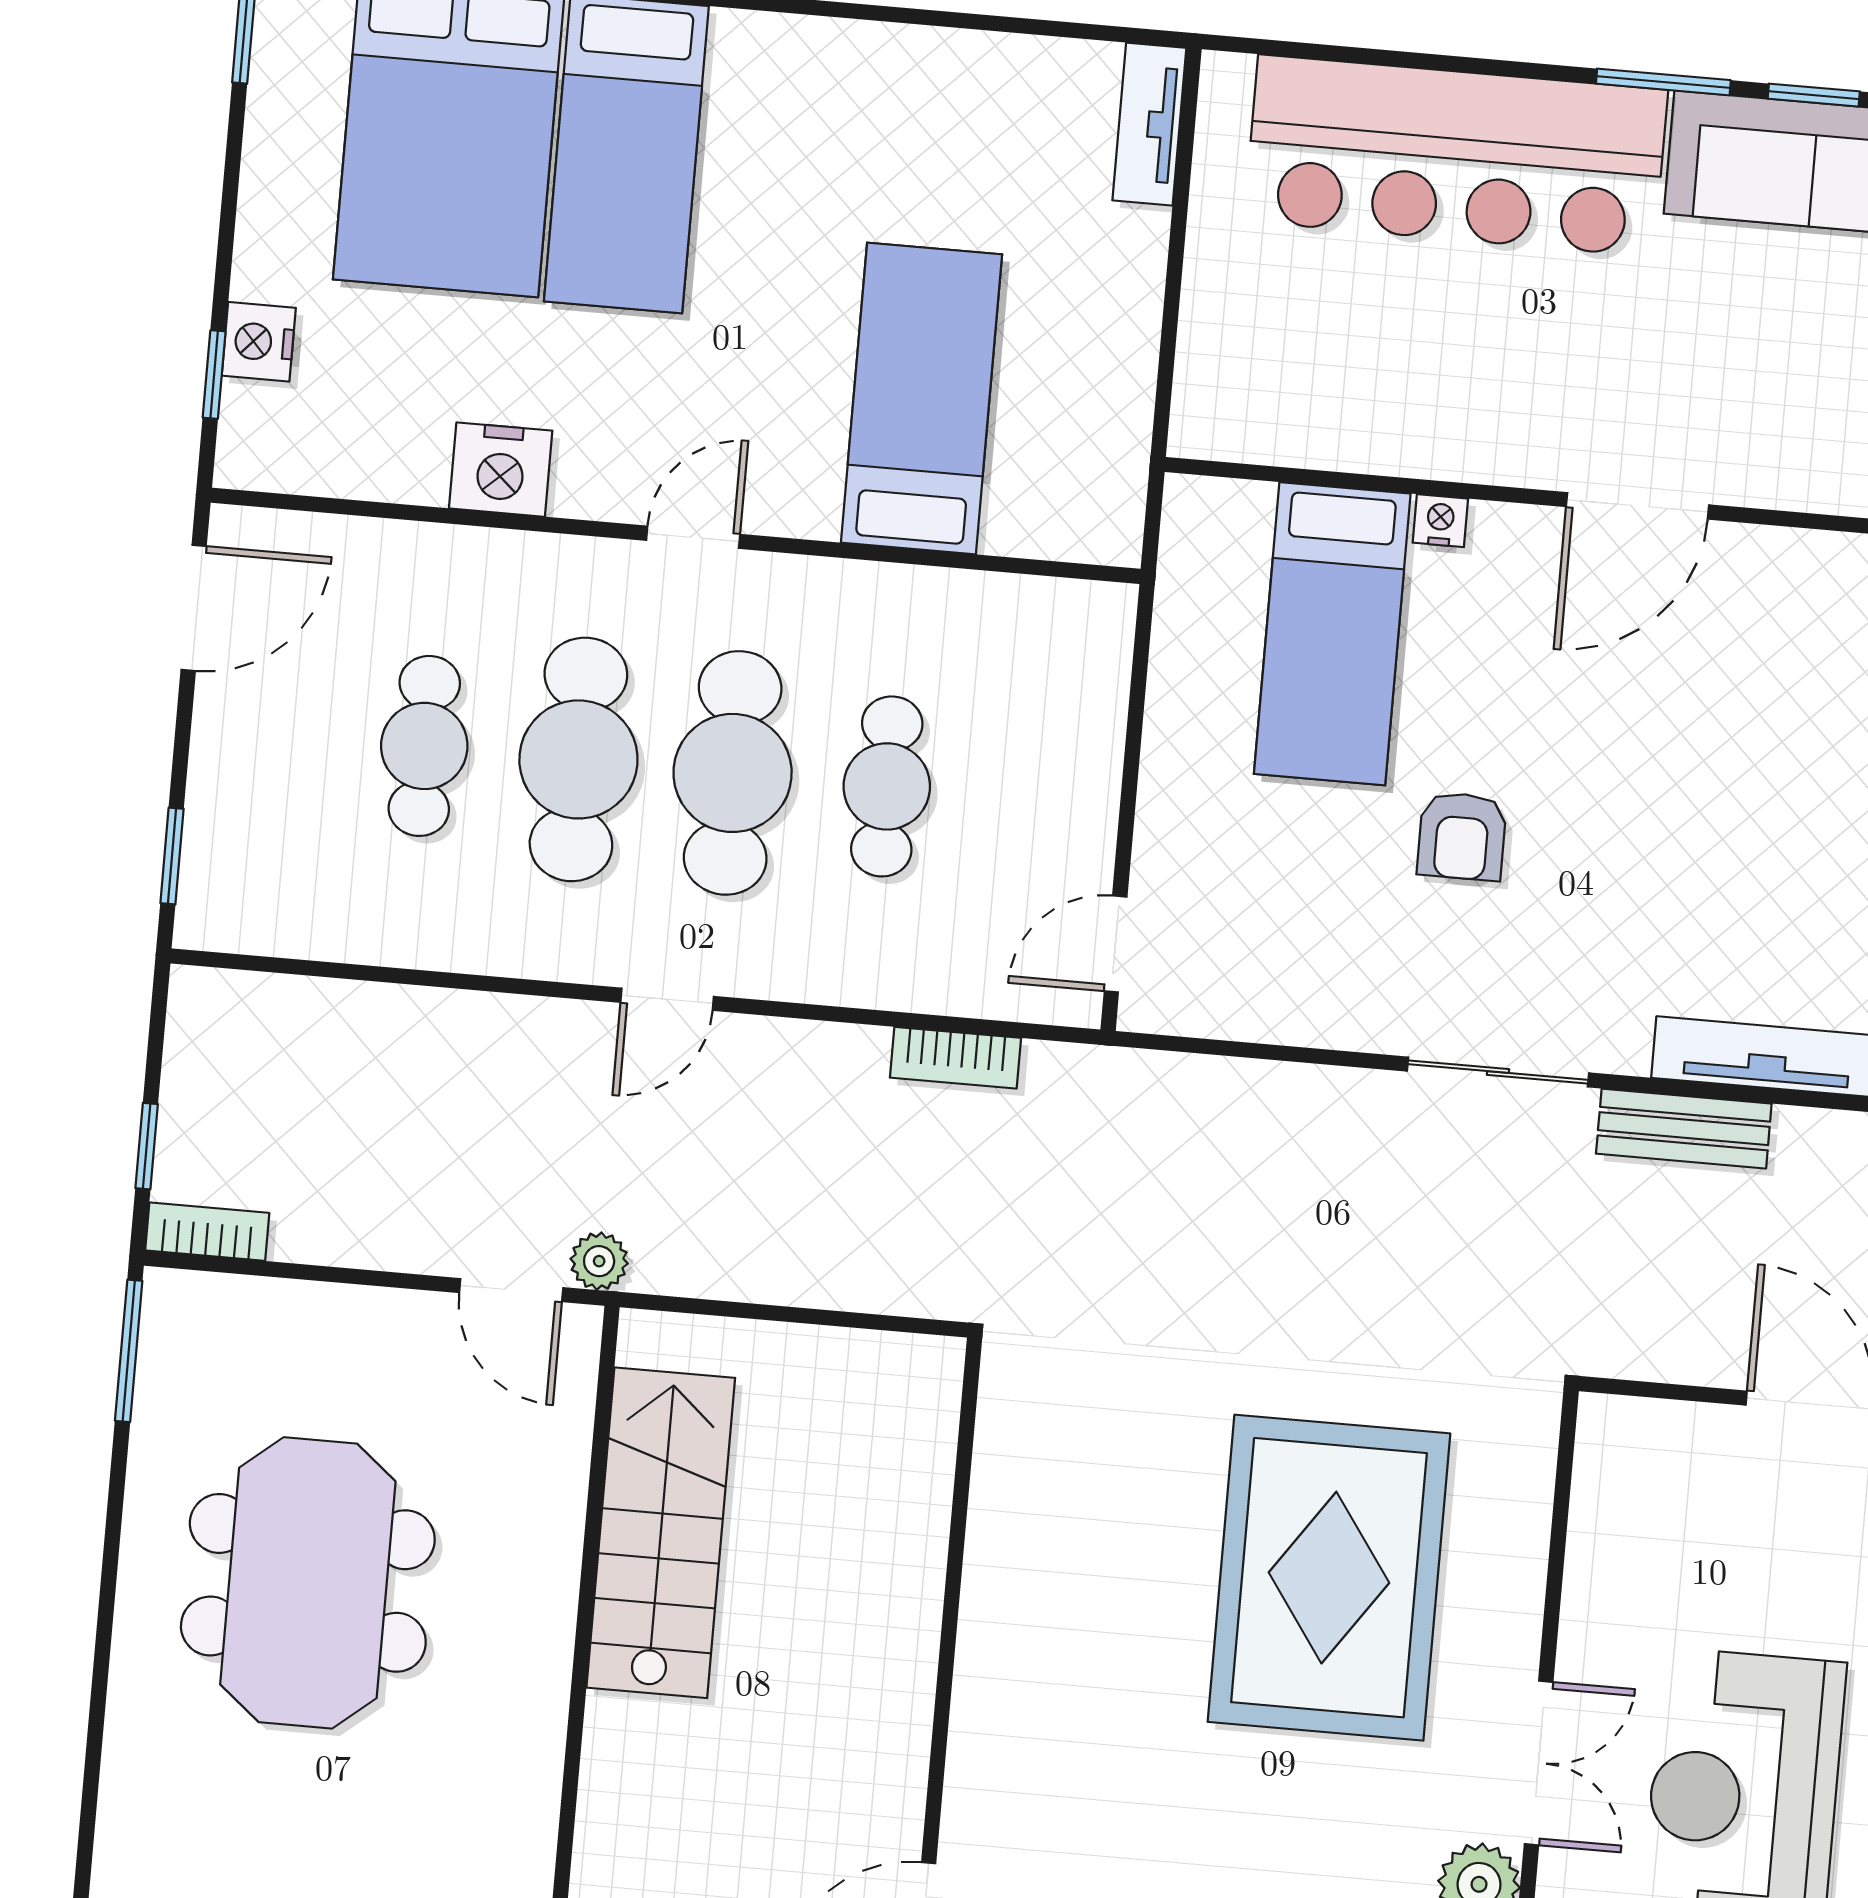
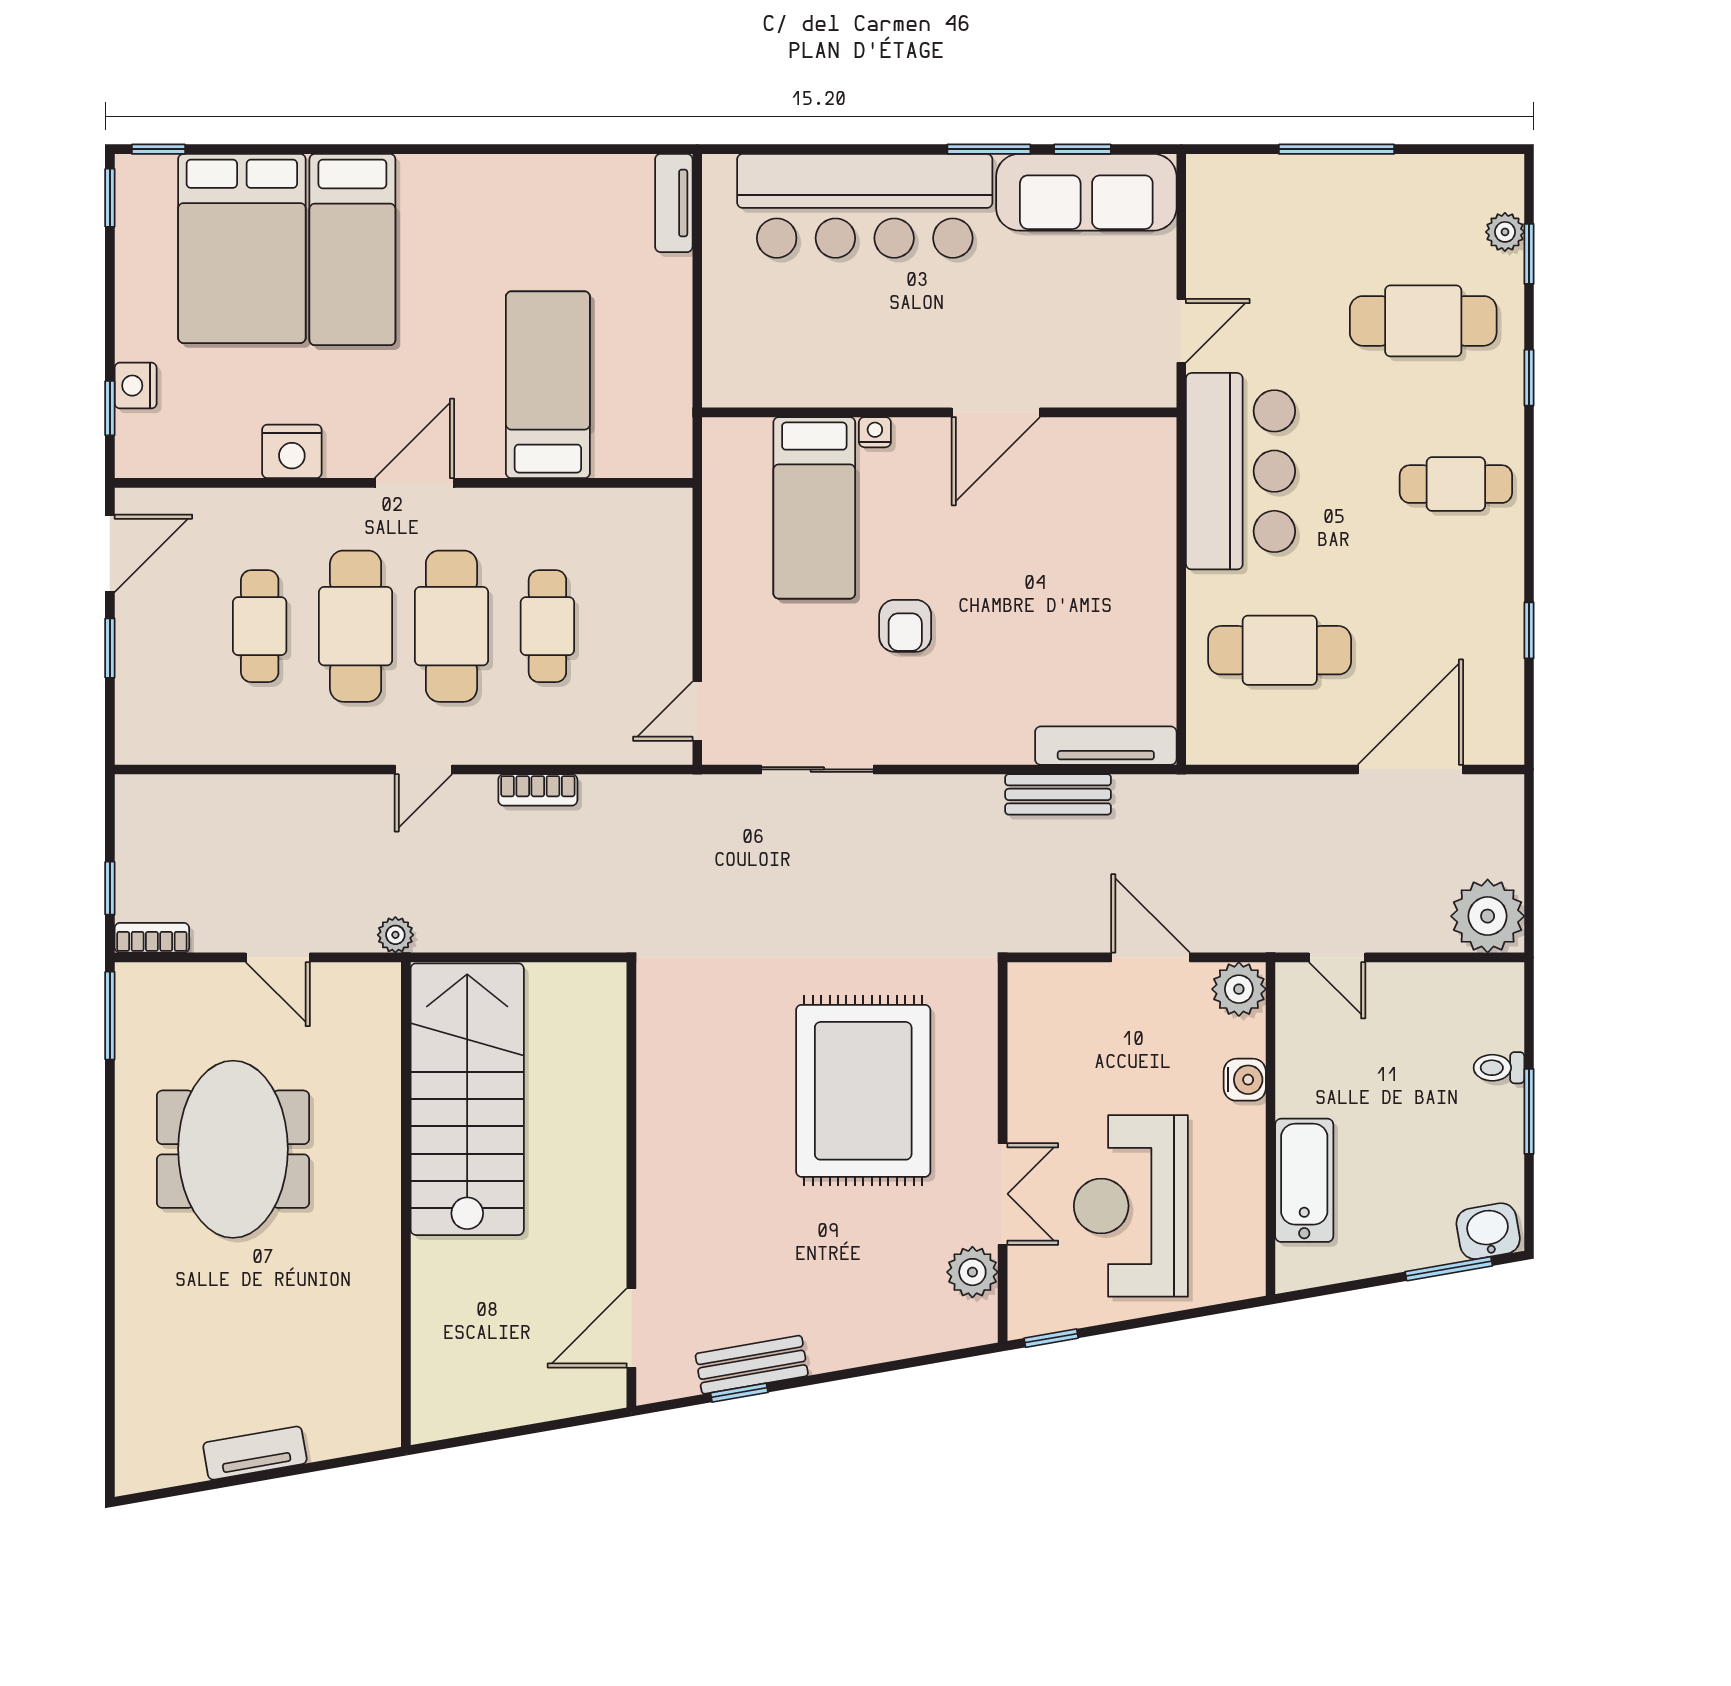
door: (693, 537) -> (414, 483), width x1.37
window: (172, 856) -> (110, 648), moved
bookcase: (955, 1058) -> (538, 790), moved
sliding door: (1498, 1072) -> (817, 769), moved
door: (511, 1290) -> (278, 957), moved
stairs: (661, 1533) -> (467, 1099), width x1.36, depth x1.51

